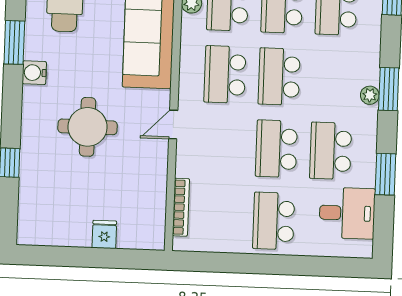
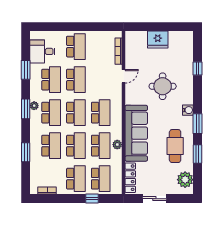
school desk: (333, 79) -> (51, 113), added
door: (173, 125) -> (123, 76), moved
fridge: (104, 234) -> (158, 40), width x1.88, depth x1.34

